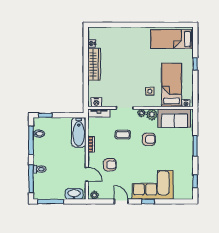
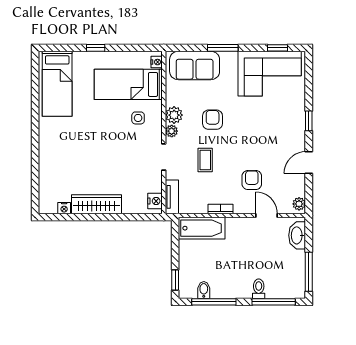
sofa: (174, 118) -> (195, 65), moved, turned 90
door: (87, 174) -> (267, 216), hinge flipped
corner sofa: (153, 185) -> (270, 74), moved, turned -90

